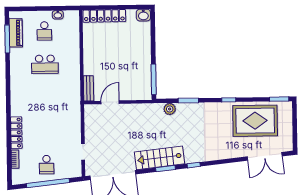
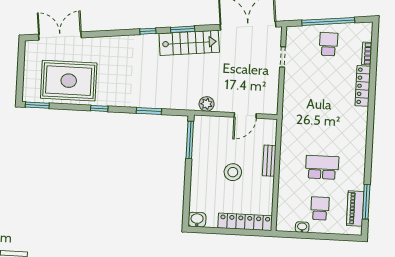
stool: (117, 56) -> (233, 172), added
bench: (88, 88) -> (269, 161), moved
plant: (170, 109) -> (207, 104), moved

